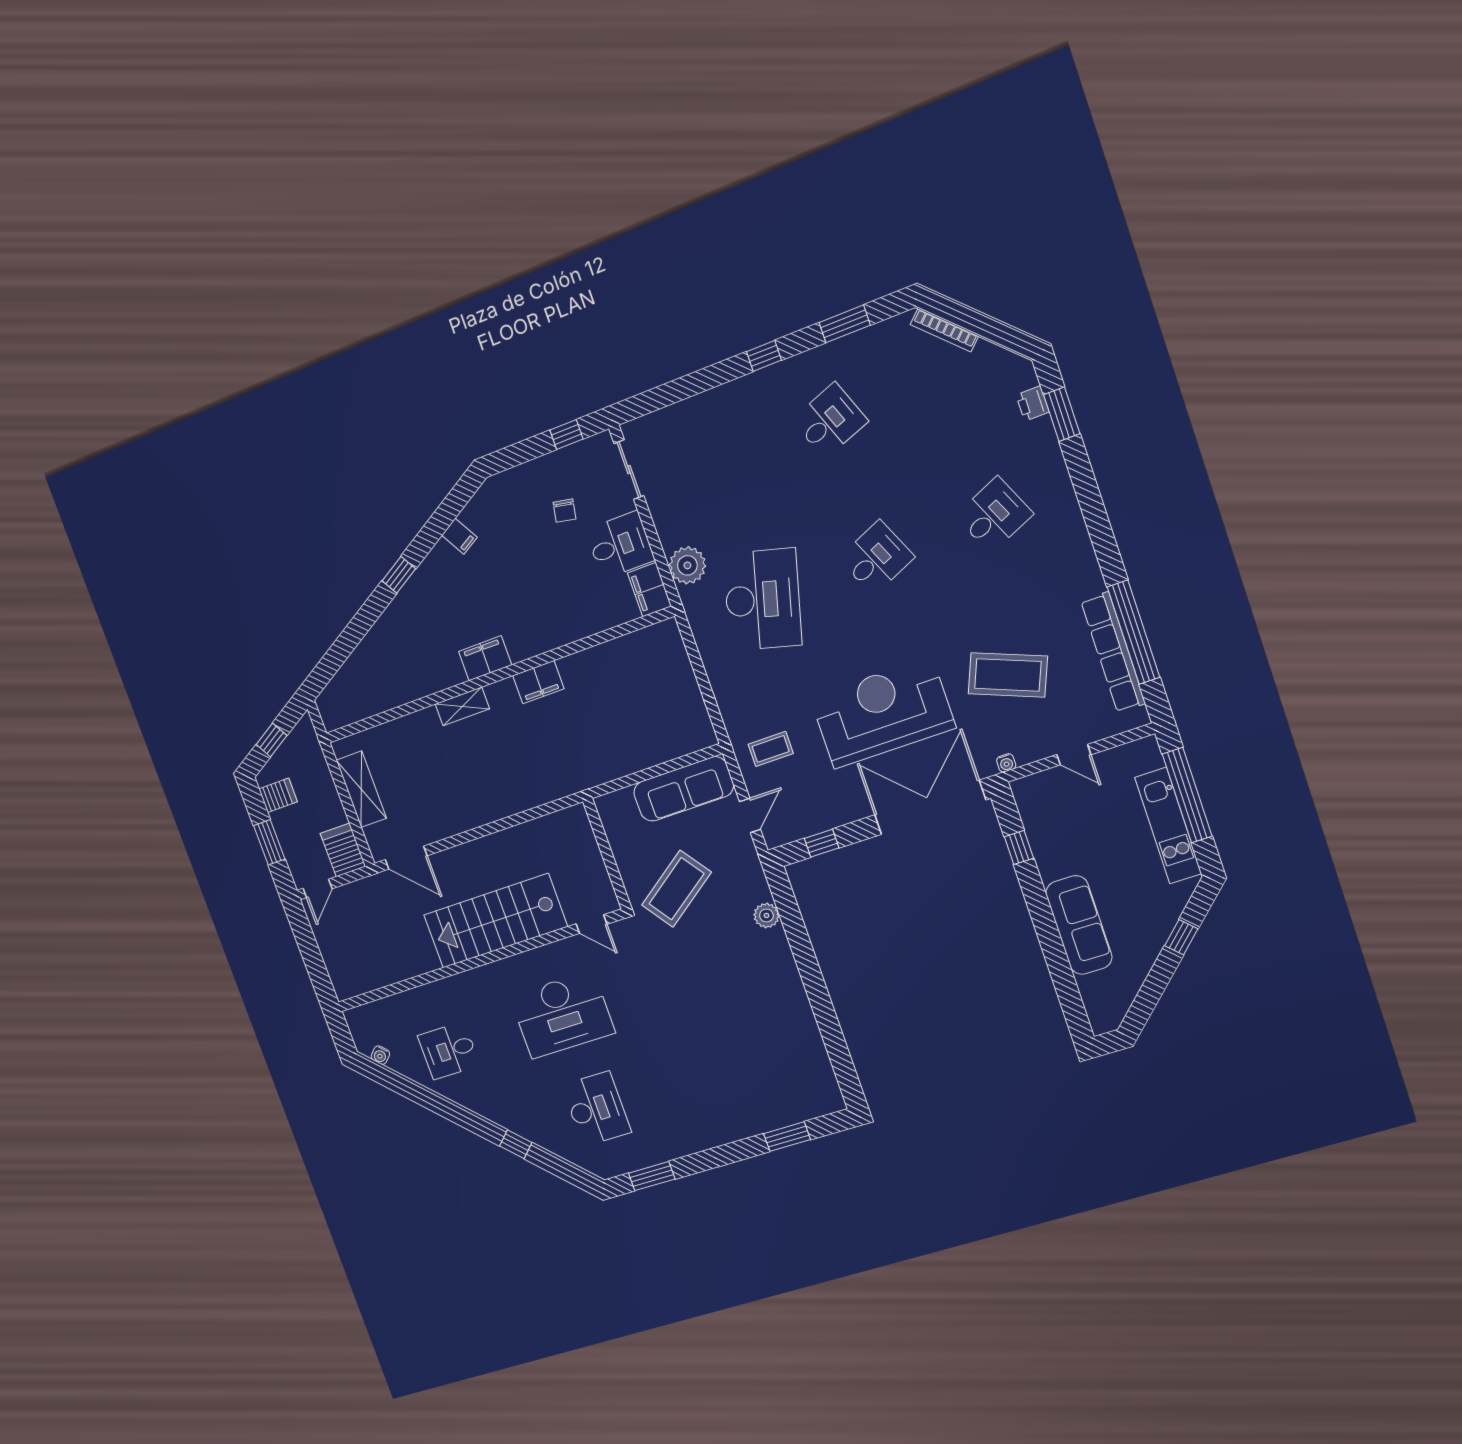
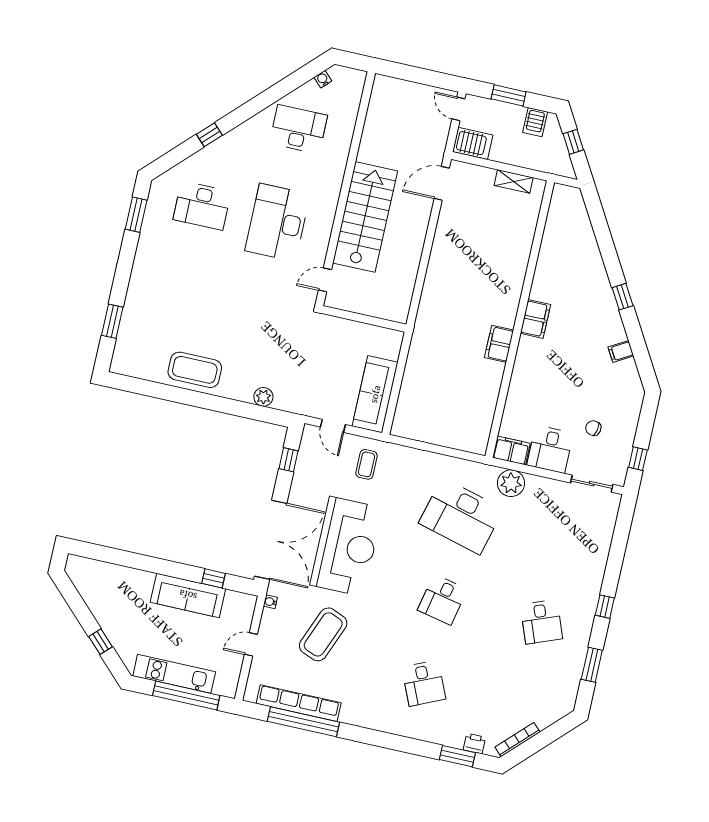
bookcase: (944, 330) -> (517, 740), moved
desk: (877, 558) -> (442, 600), turned 36
shelving: (462, 706) -> (515, 284), removed
shelving: (361, 789) -> (514, 181), width x0.67, depth x0.75
coffee table: (676, 889) -> (195, 370), moved, turned -54
sofa: (1079, 925) -> (188, 595), moved
desk: (449, 1051) -> (298, 129), width x1.37

